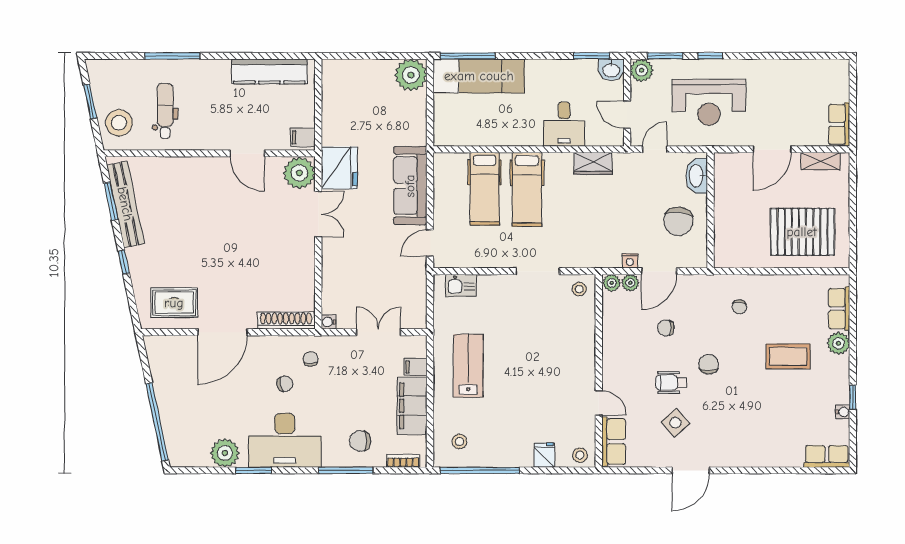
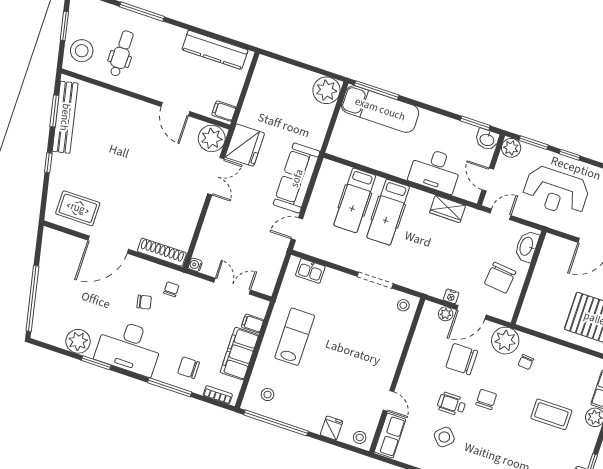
desk: (564, 124) -> (435, 170), width x1.37
plant: (612, 283) -> (505, 341), moved, width x1.88, depth x1.88
chair: (666, 328) -> (462, 359), width x1.87, depth x1.87

